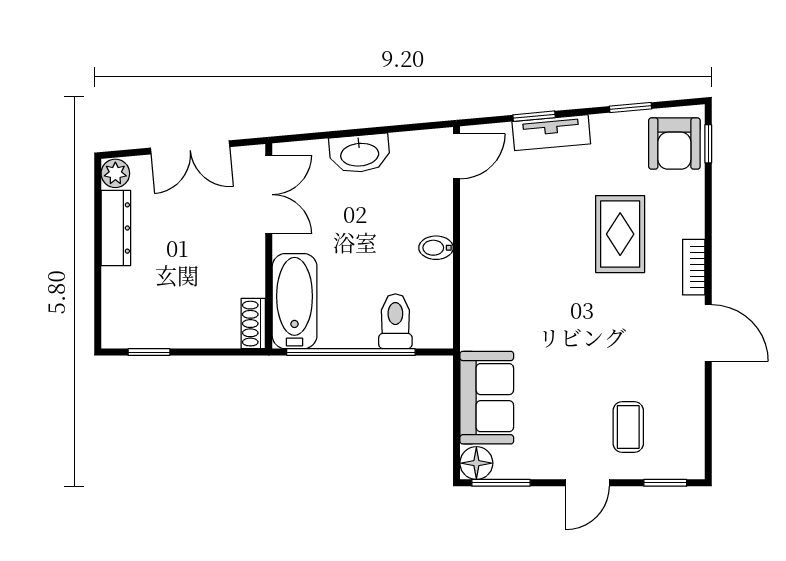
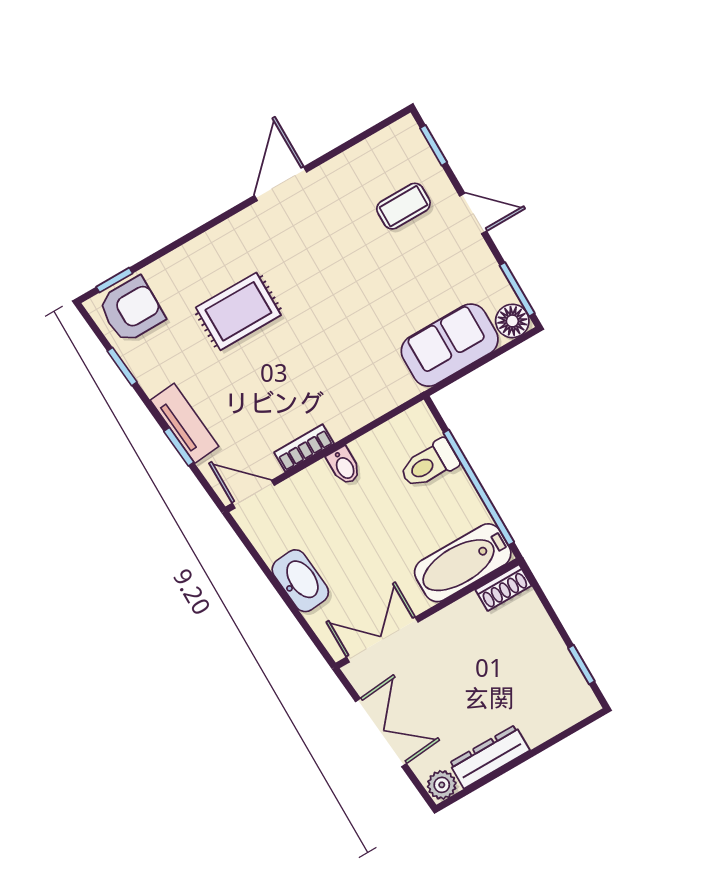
bookcase: (694, 267) -> (304, 448), moved, turned 180

